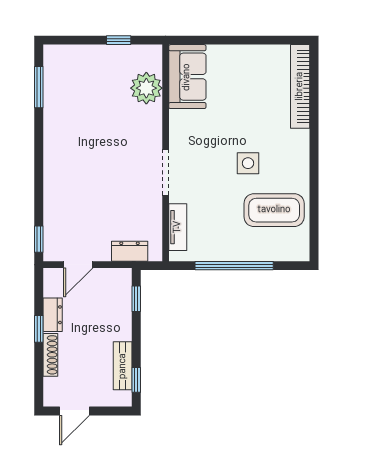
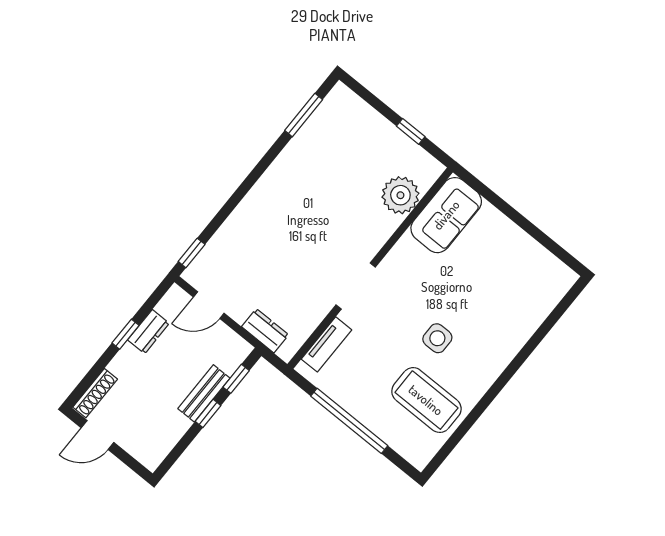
bookcase: (300, 86) -> (541, 307), removed
shoe rack: (50, 355) -> (95, 393), moved
bench: (123, 366) -> (204, 393), moved
window: (136, 380) -> (208, 413), moved

